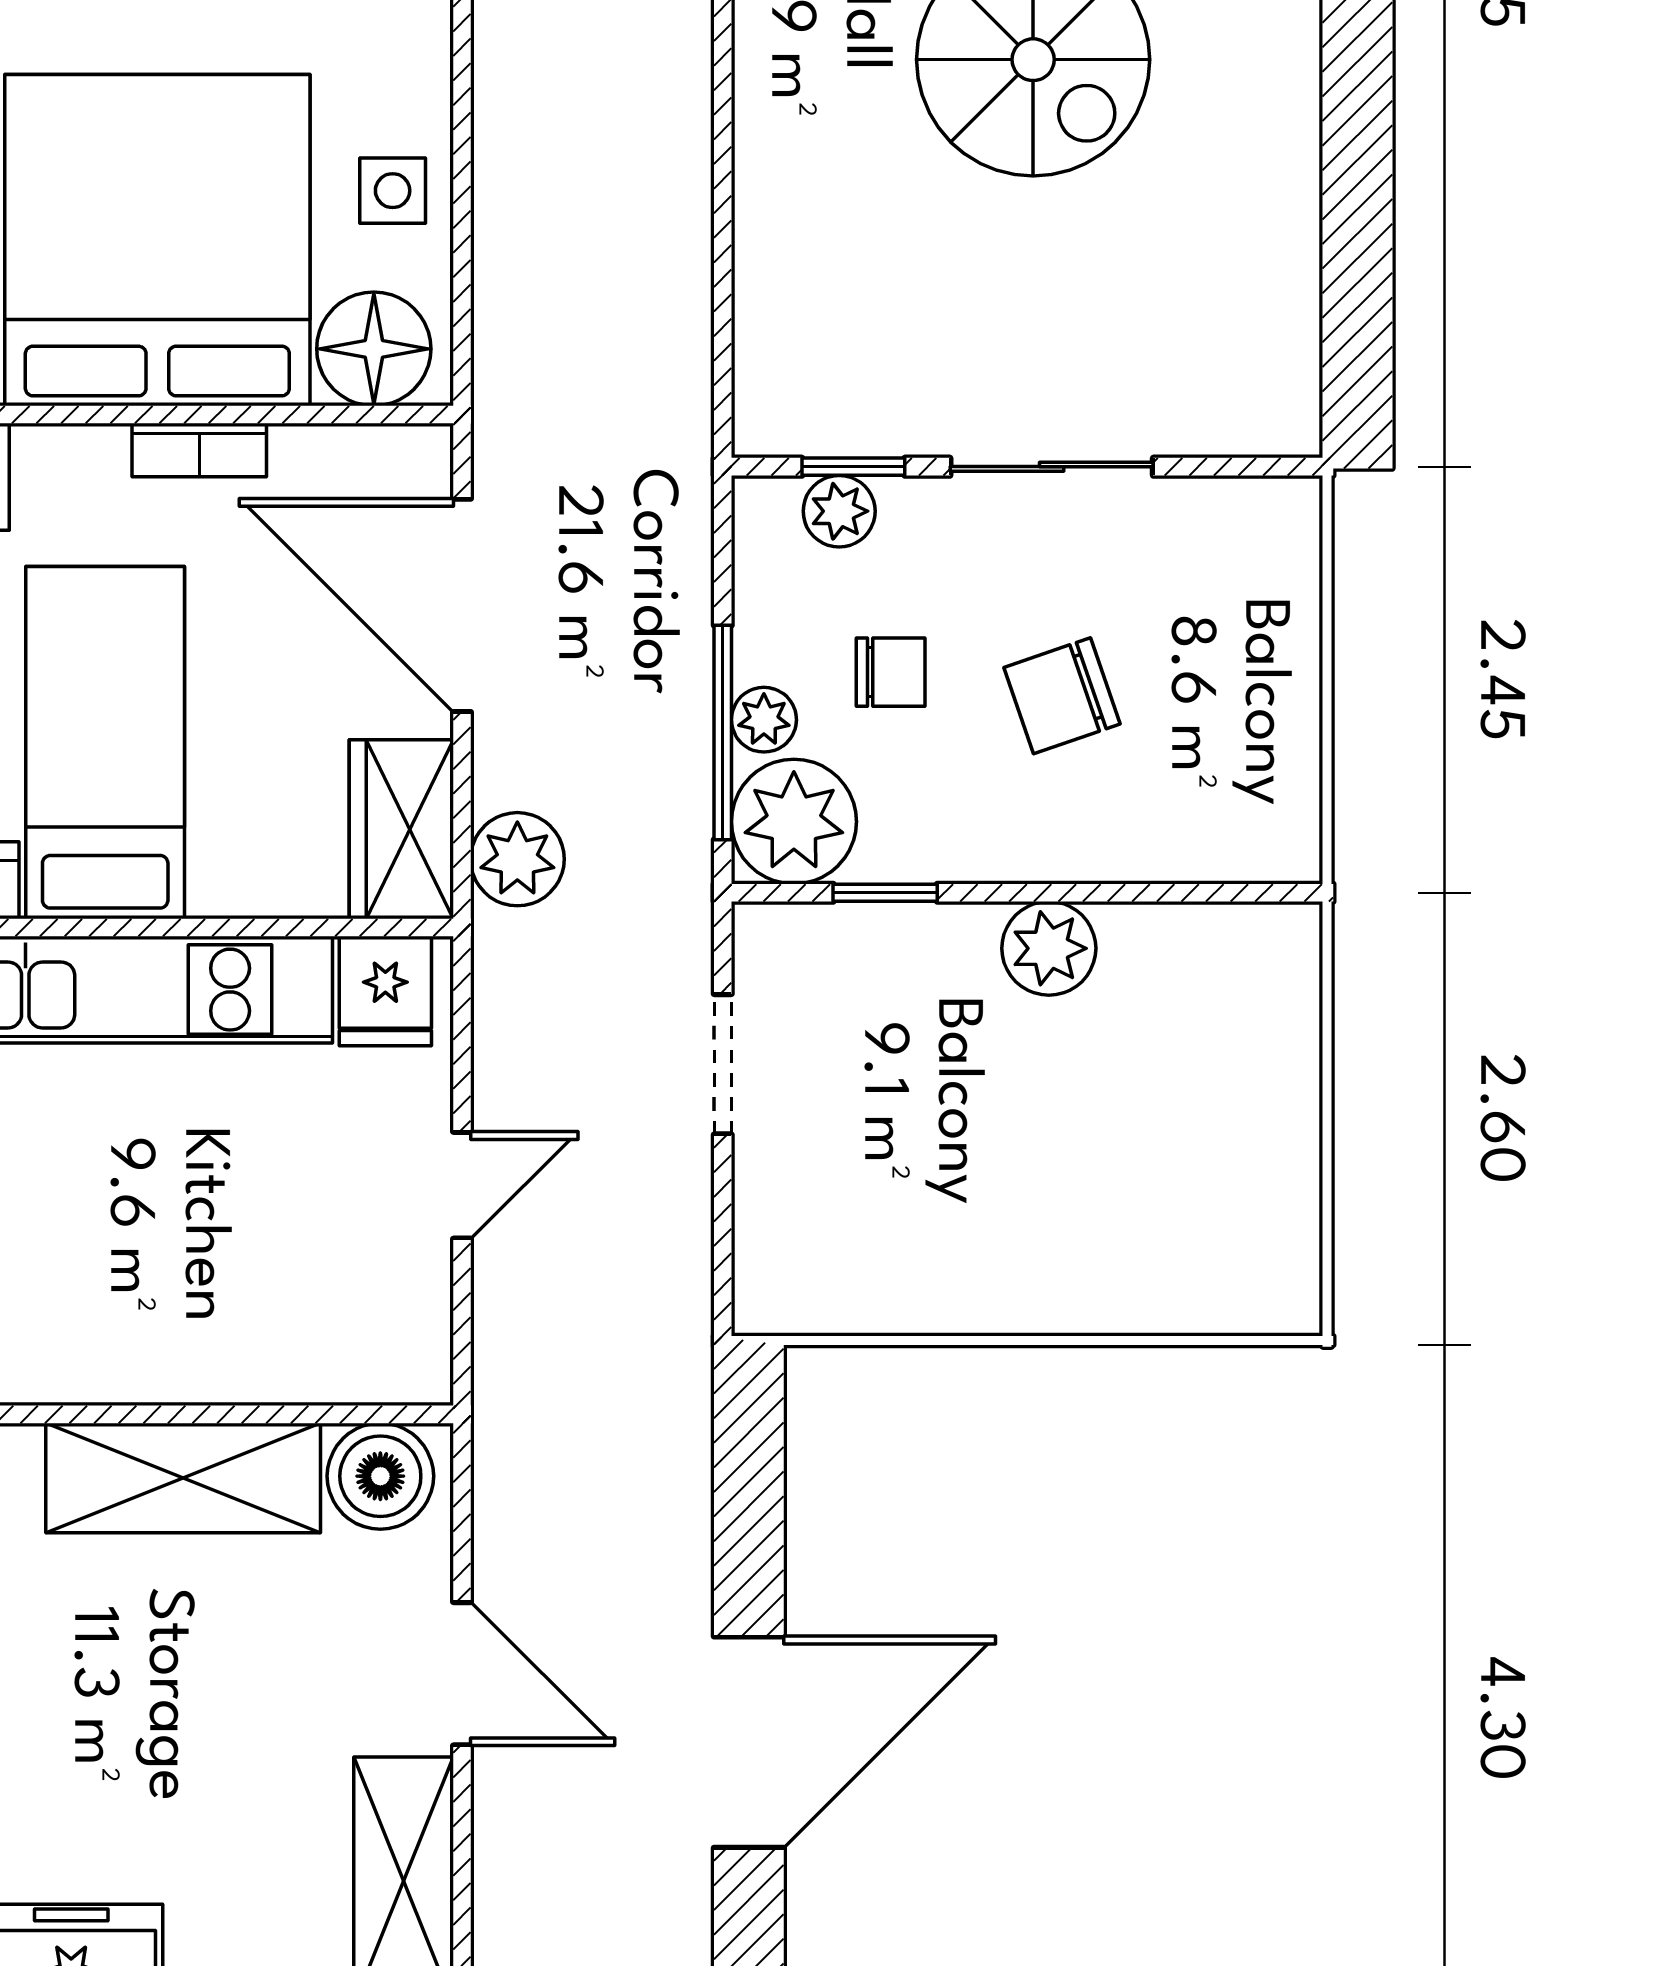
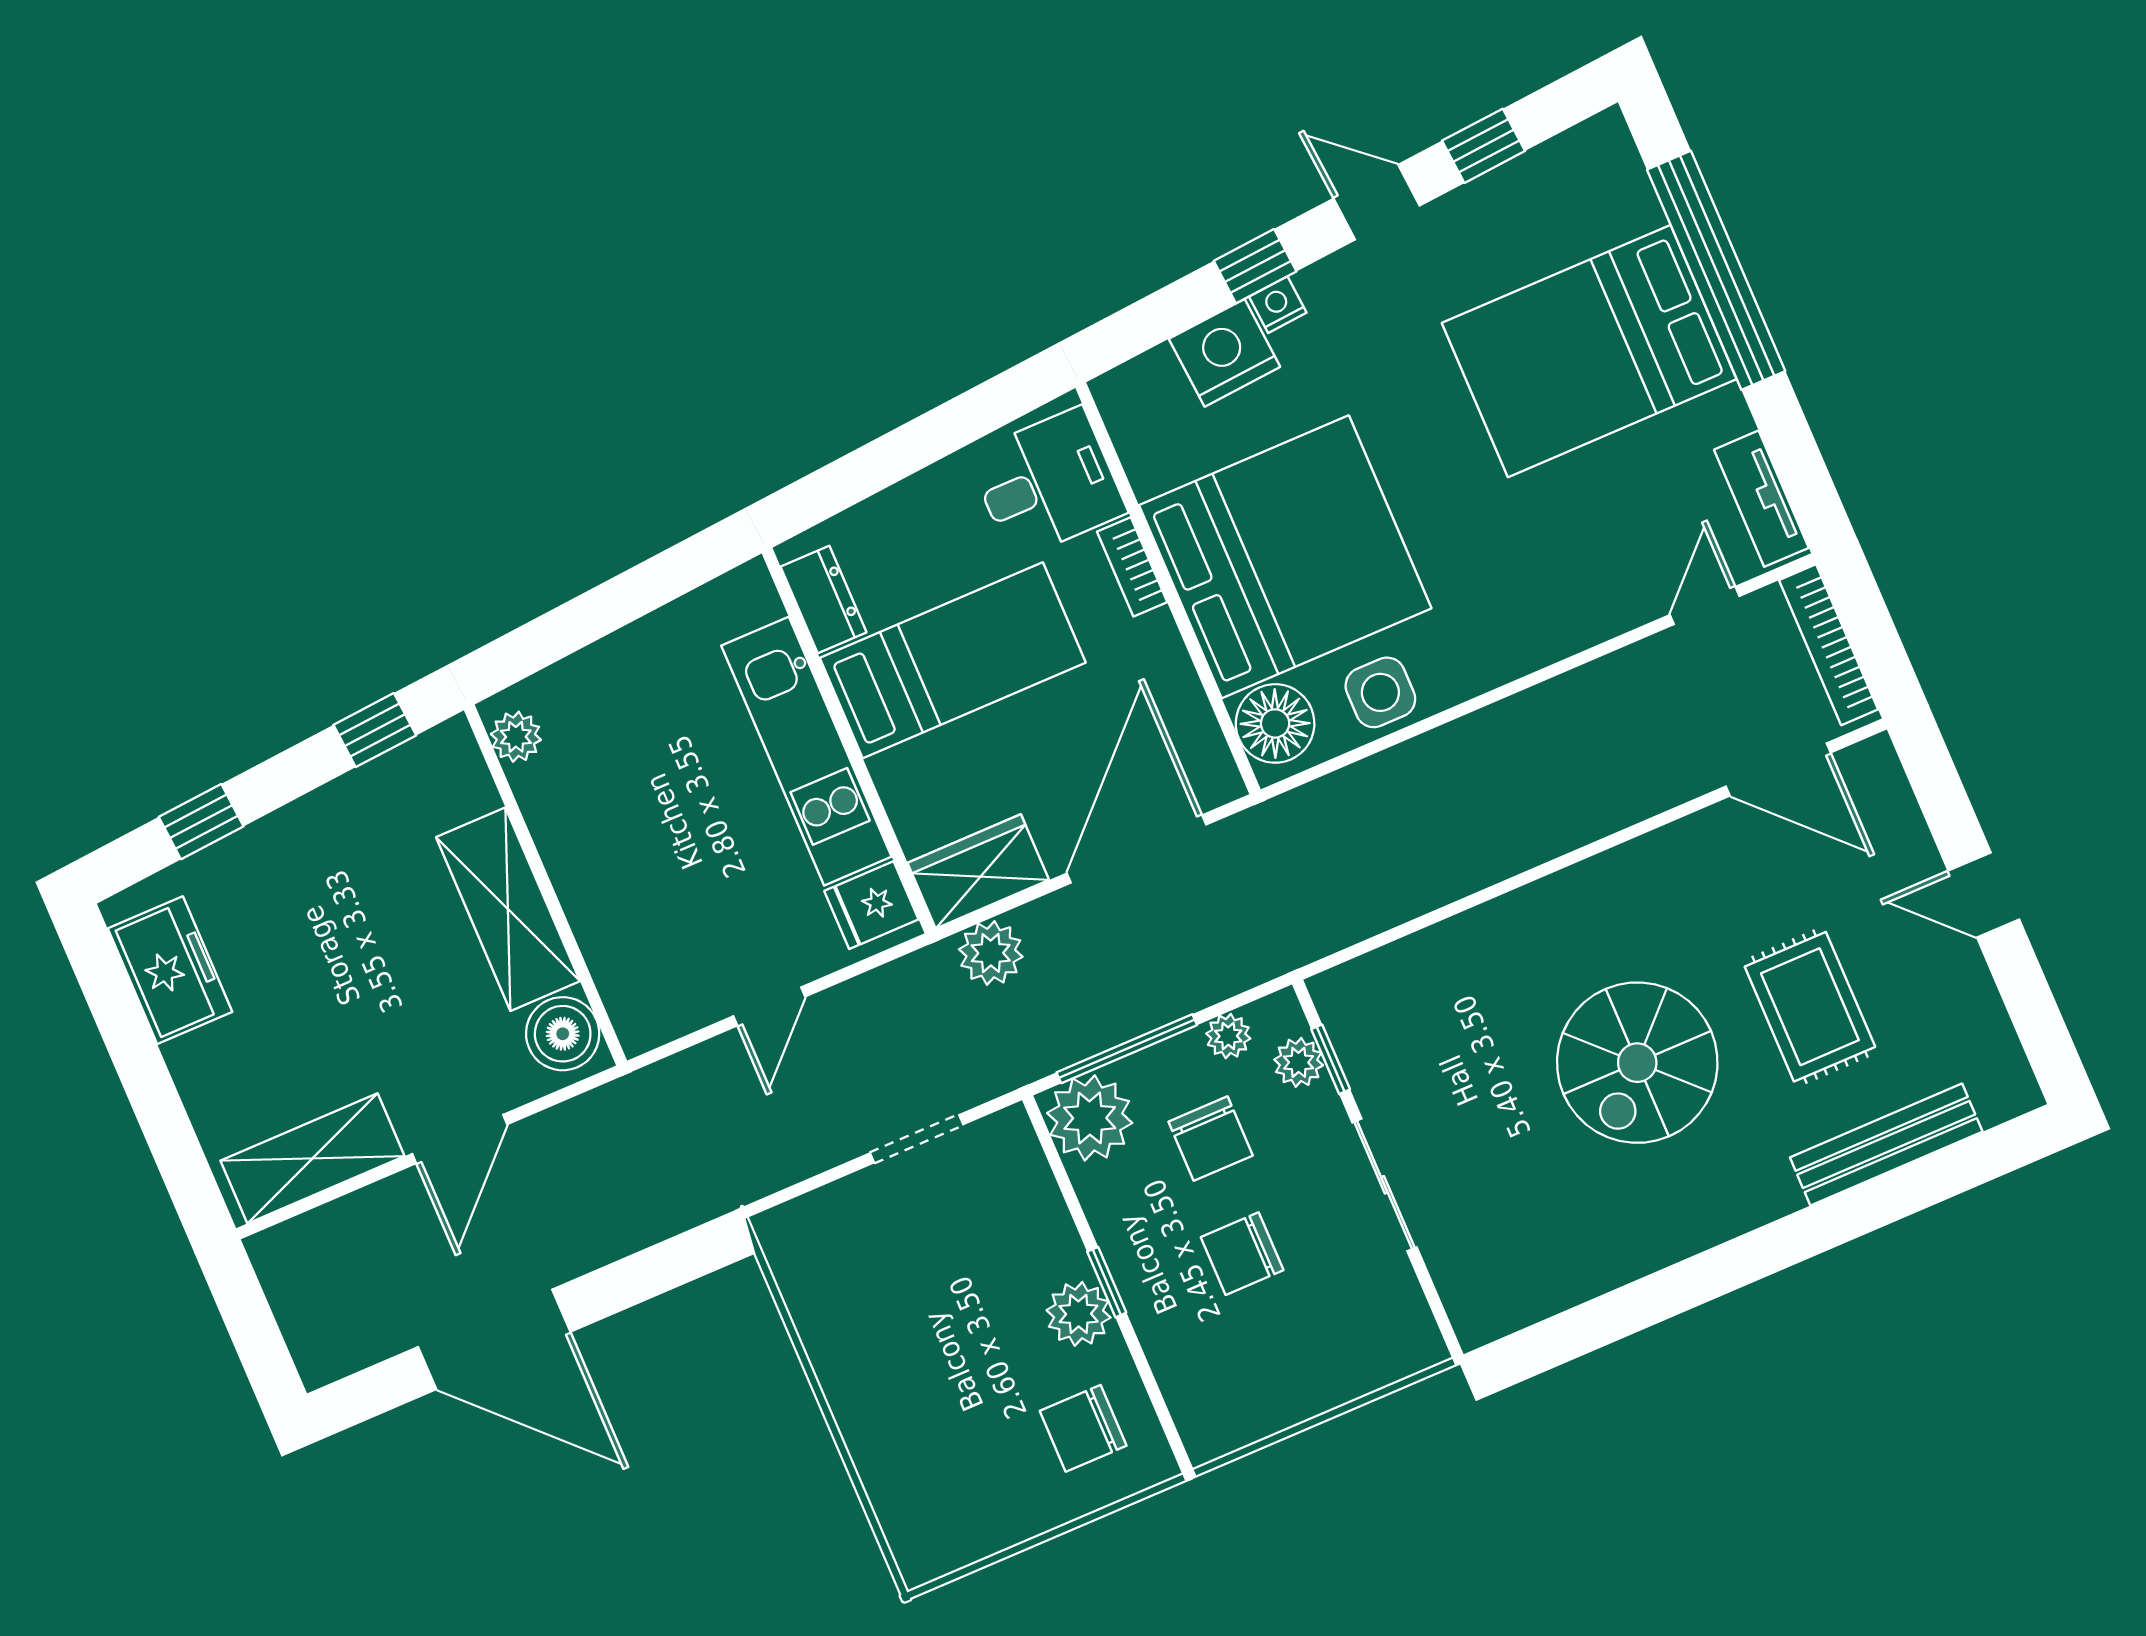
side table: (393, 191) -> (1380, 692), width x1.37, depth x1.37
bookcase: (199, 450) -> (1132, 567), moved
chair: (891, 672) -> (1211, 1139), width x1.37, depth x1.37
chair: (1062, 696) -> (1242, 1254), turned -71
plant: (764, 720) -> (1228, 1036), moved
window: (885, 893) -> (1107, 1282), moved
chair: (1204, 1008) -> (1083, 1428), added
door: (462, 1185) -> (769, 1006), hinge flipped

